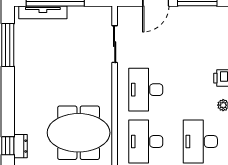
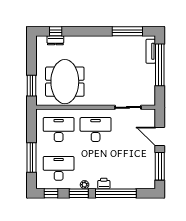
tv unit: (43, 12) -> (151, 51), width x0.71

